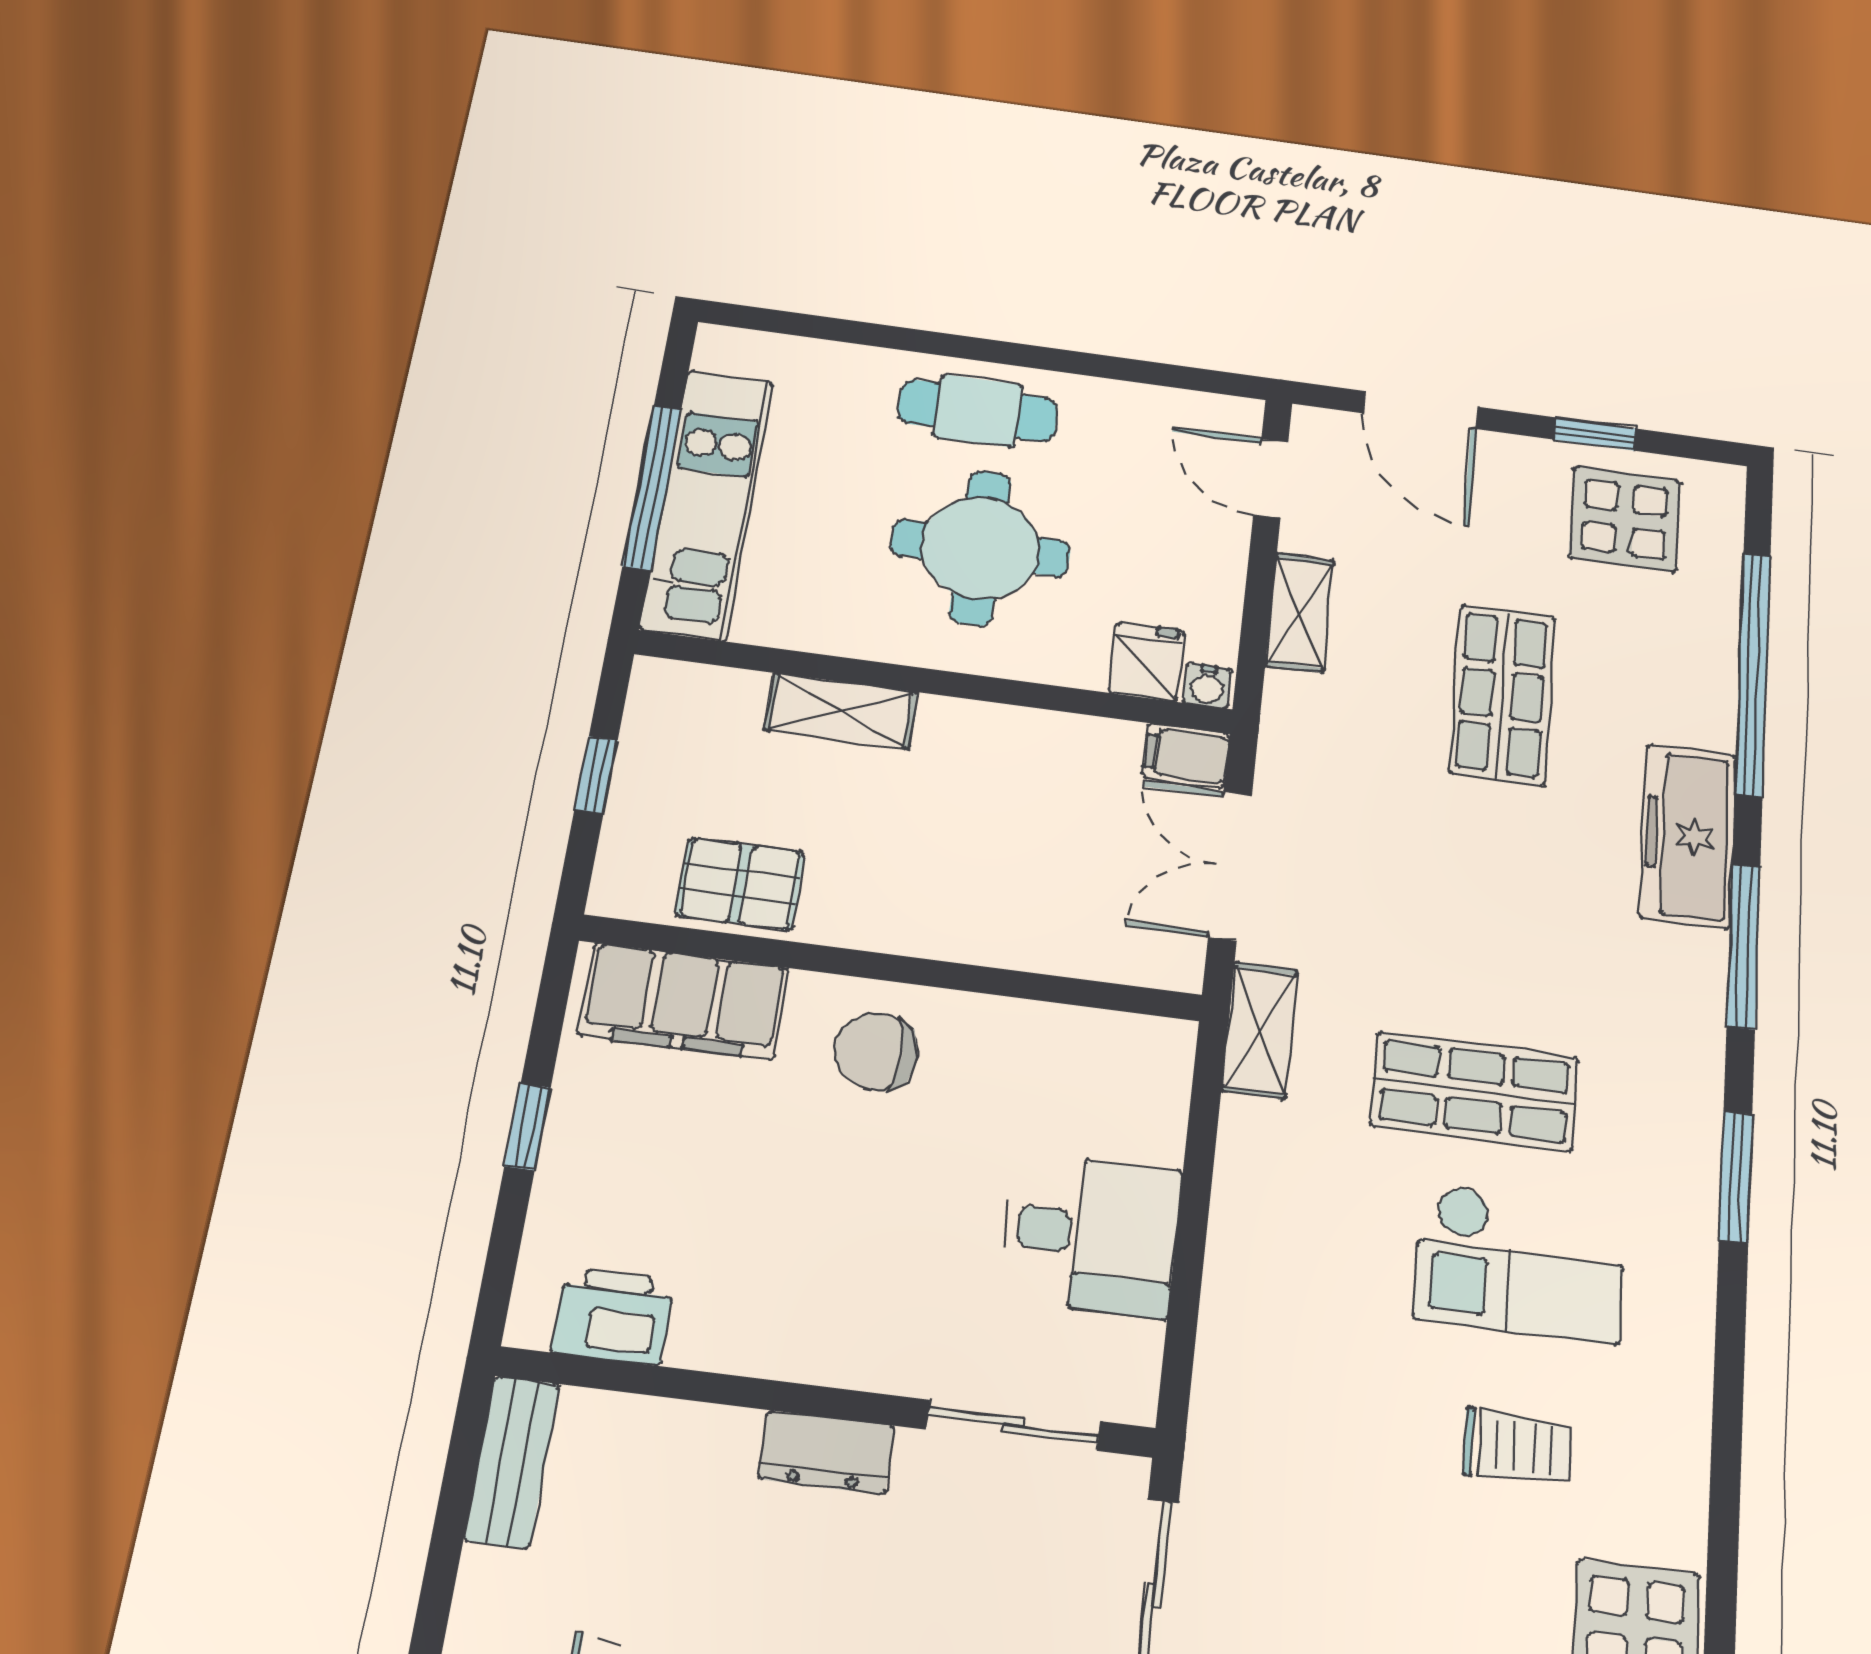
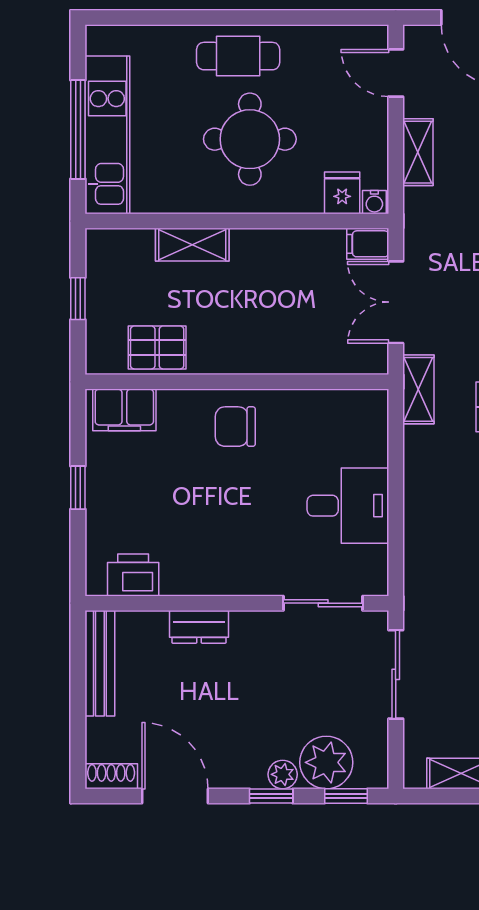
filing cabinet: (684, 1001) -> (124, 410), width x0.67, depth x0.86
dresser: (826, 1452) -> (199, 627), moved
bench: (512, 1462) -> (100, 663), width x1.36

